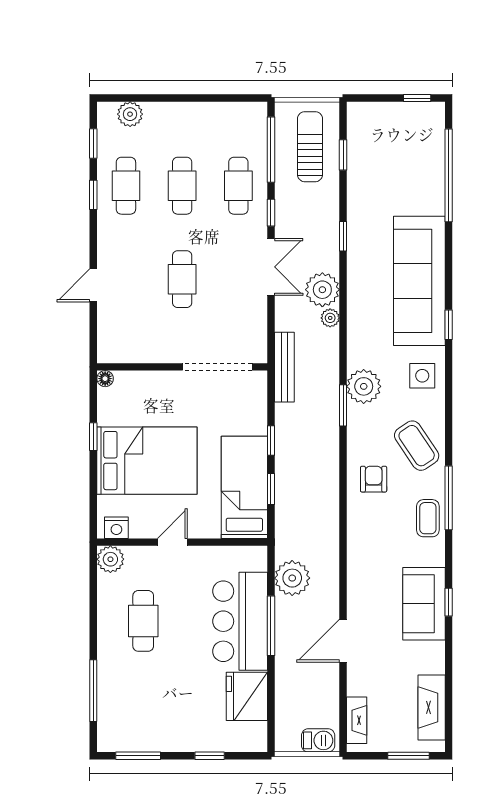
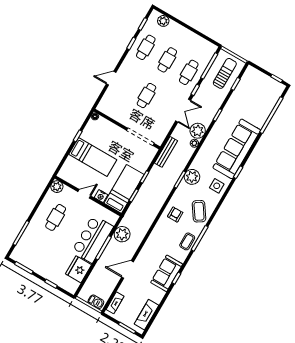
bed: (147, 461) -> (93, 157), width x0.67
nightstand: (116, 528) -> (101, 196), moved

